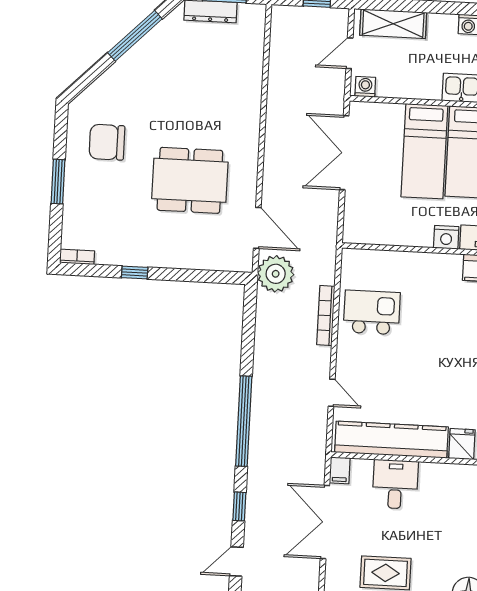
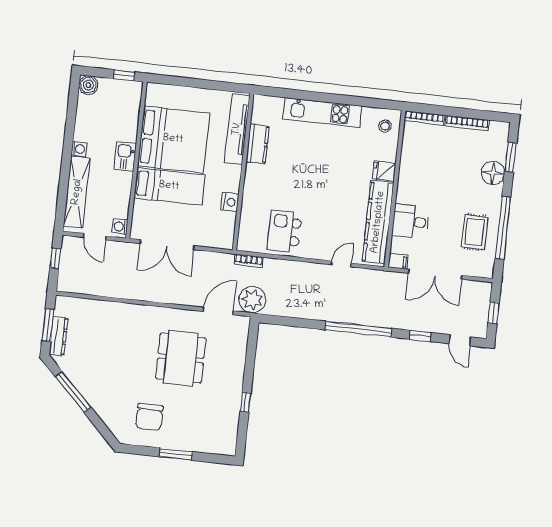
shelving: (393, 24) -> (77, 192), width x1.47
nightstand: (446, 237) -> (230, 202), moved
bookcase: (77, 257) -> (232, 443), removed
bookcase: (326, 316) -> (249, 261), moved, width x0.64

